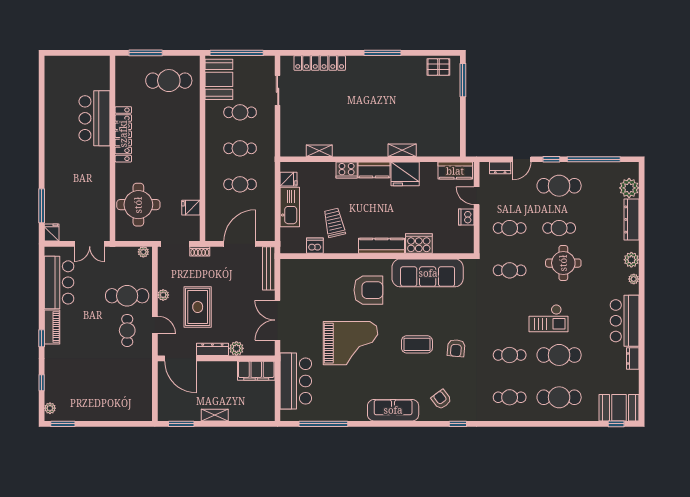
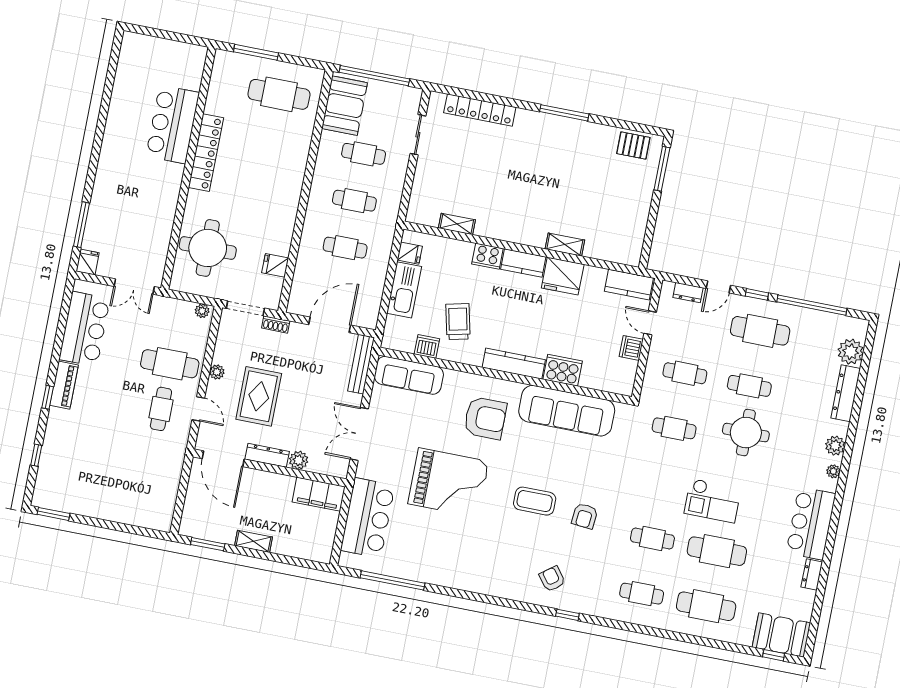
plant: (50, 408) -> (41, 490), removed
sofa: (393, 410) -> (409, 375), moved, turned 180

